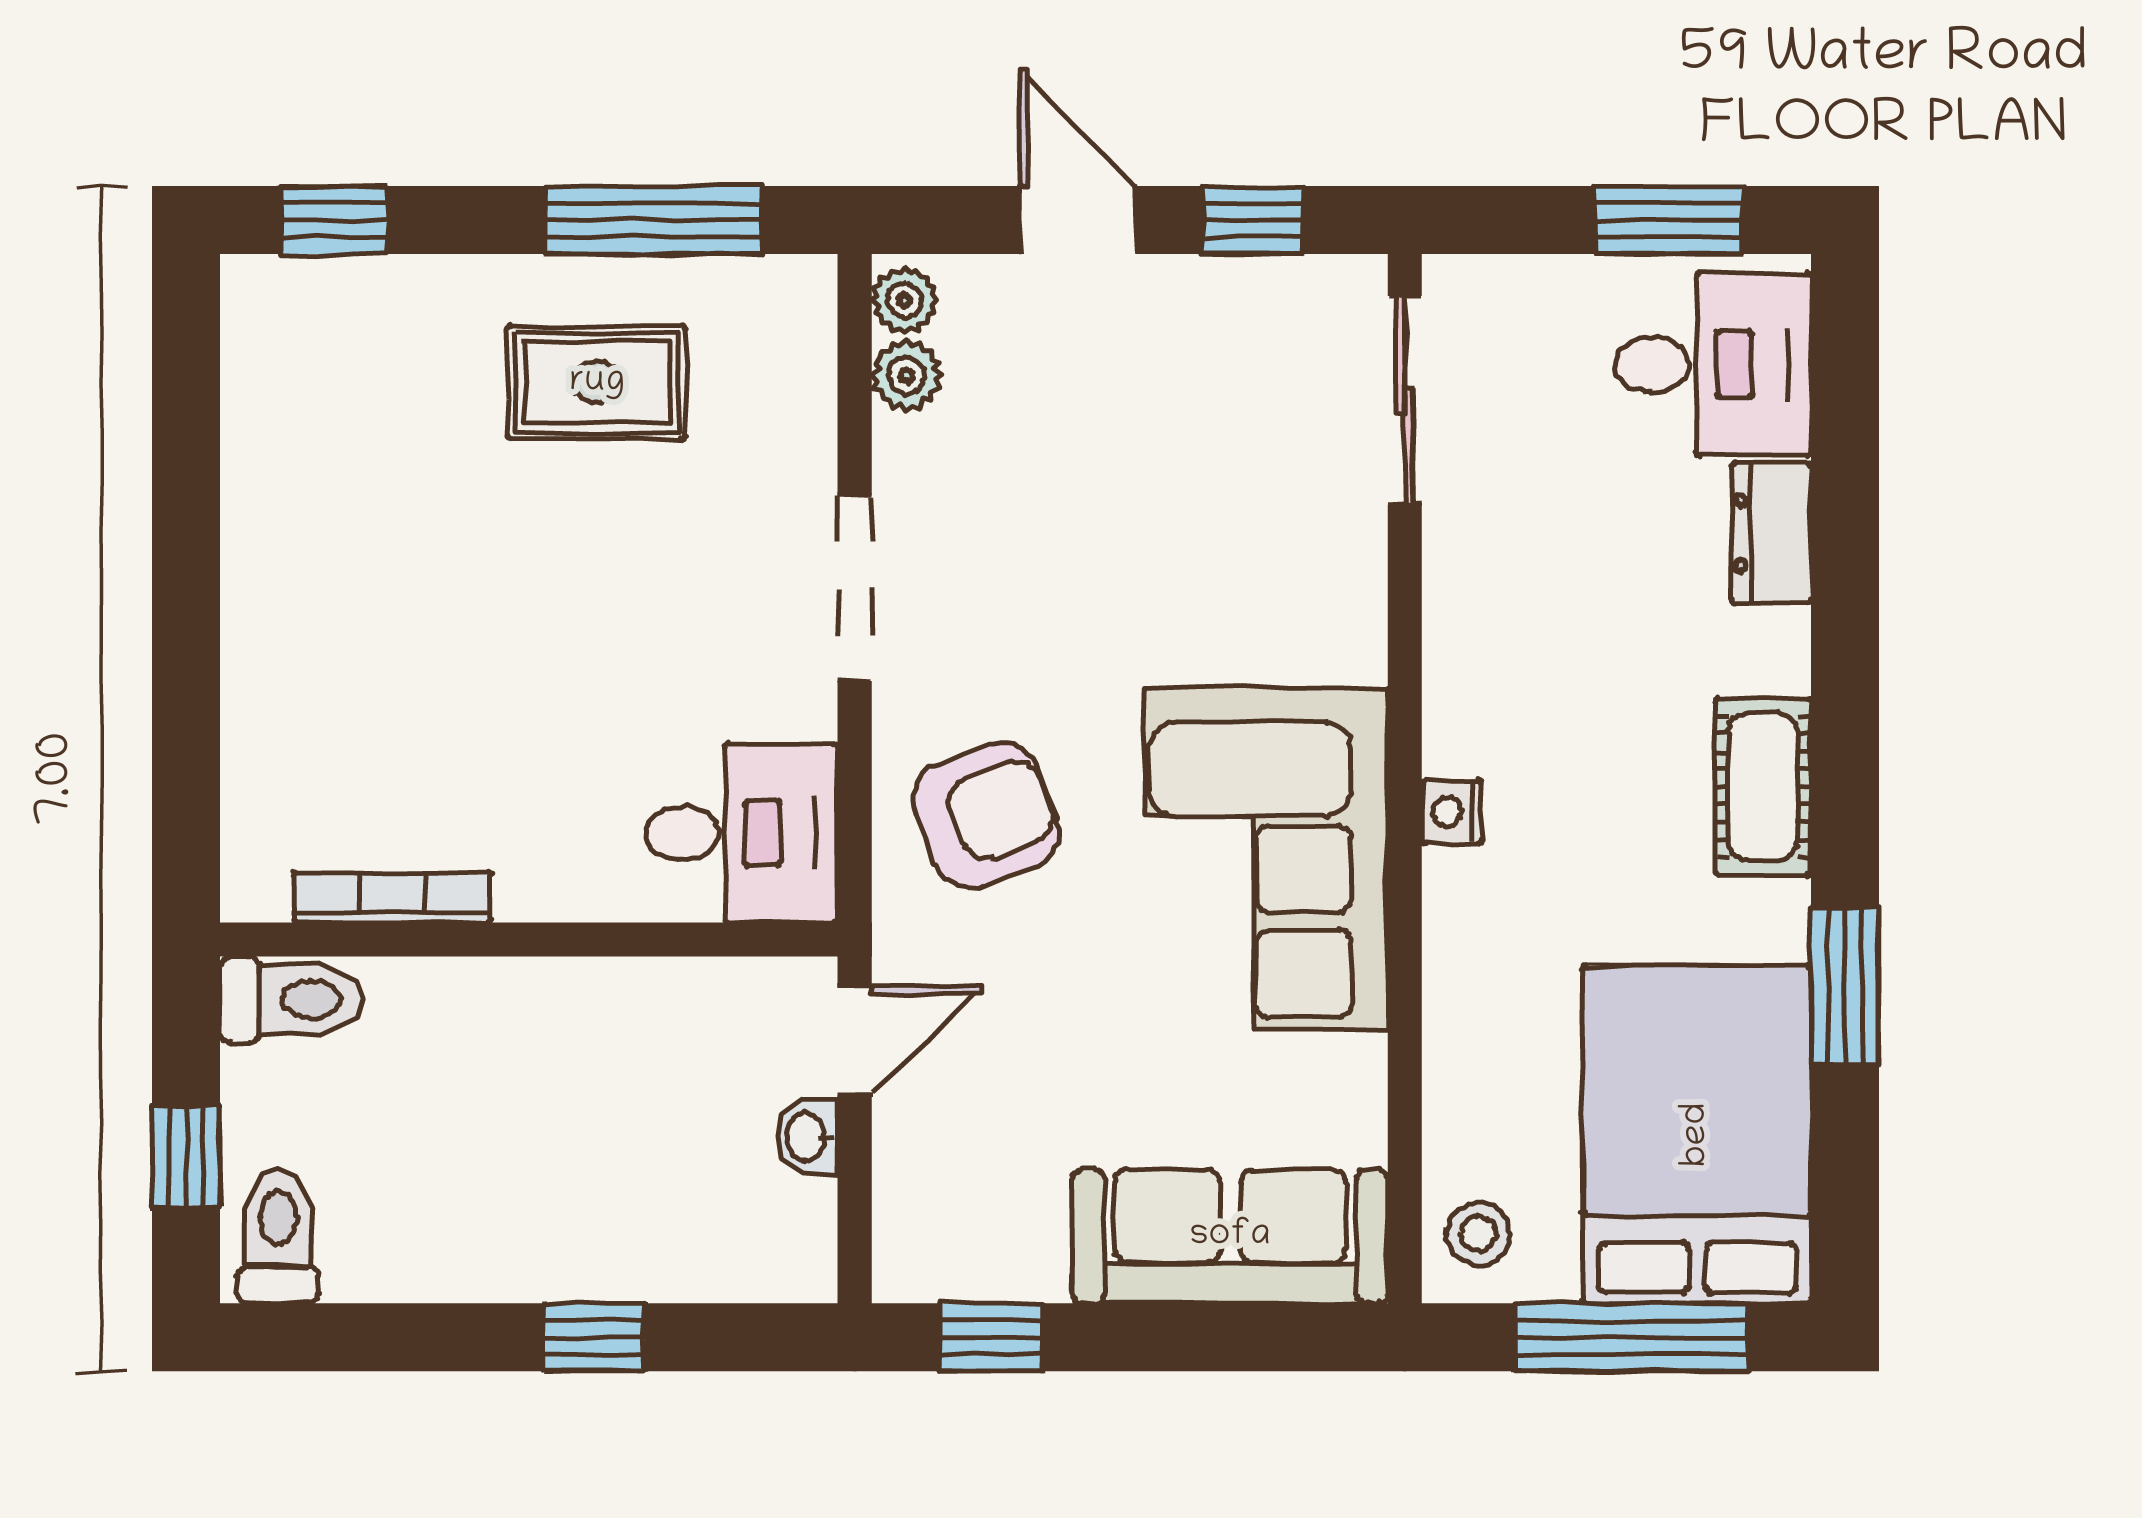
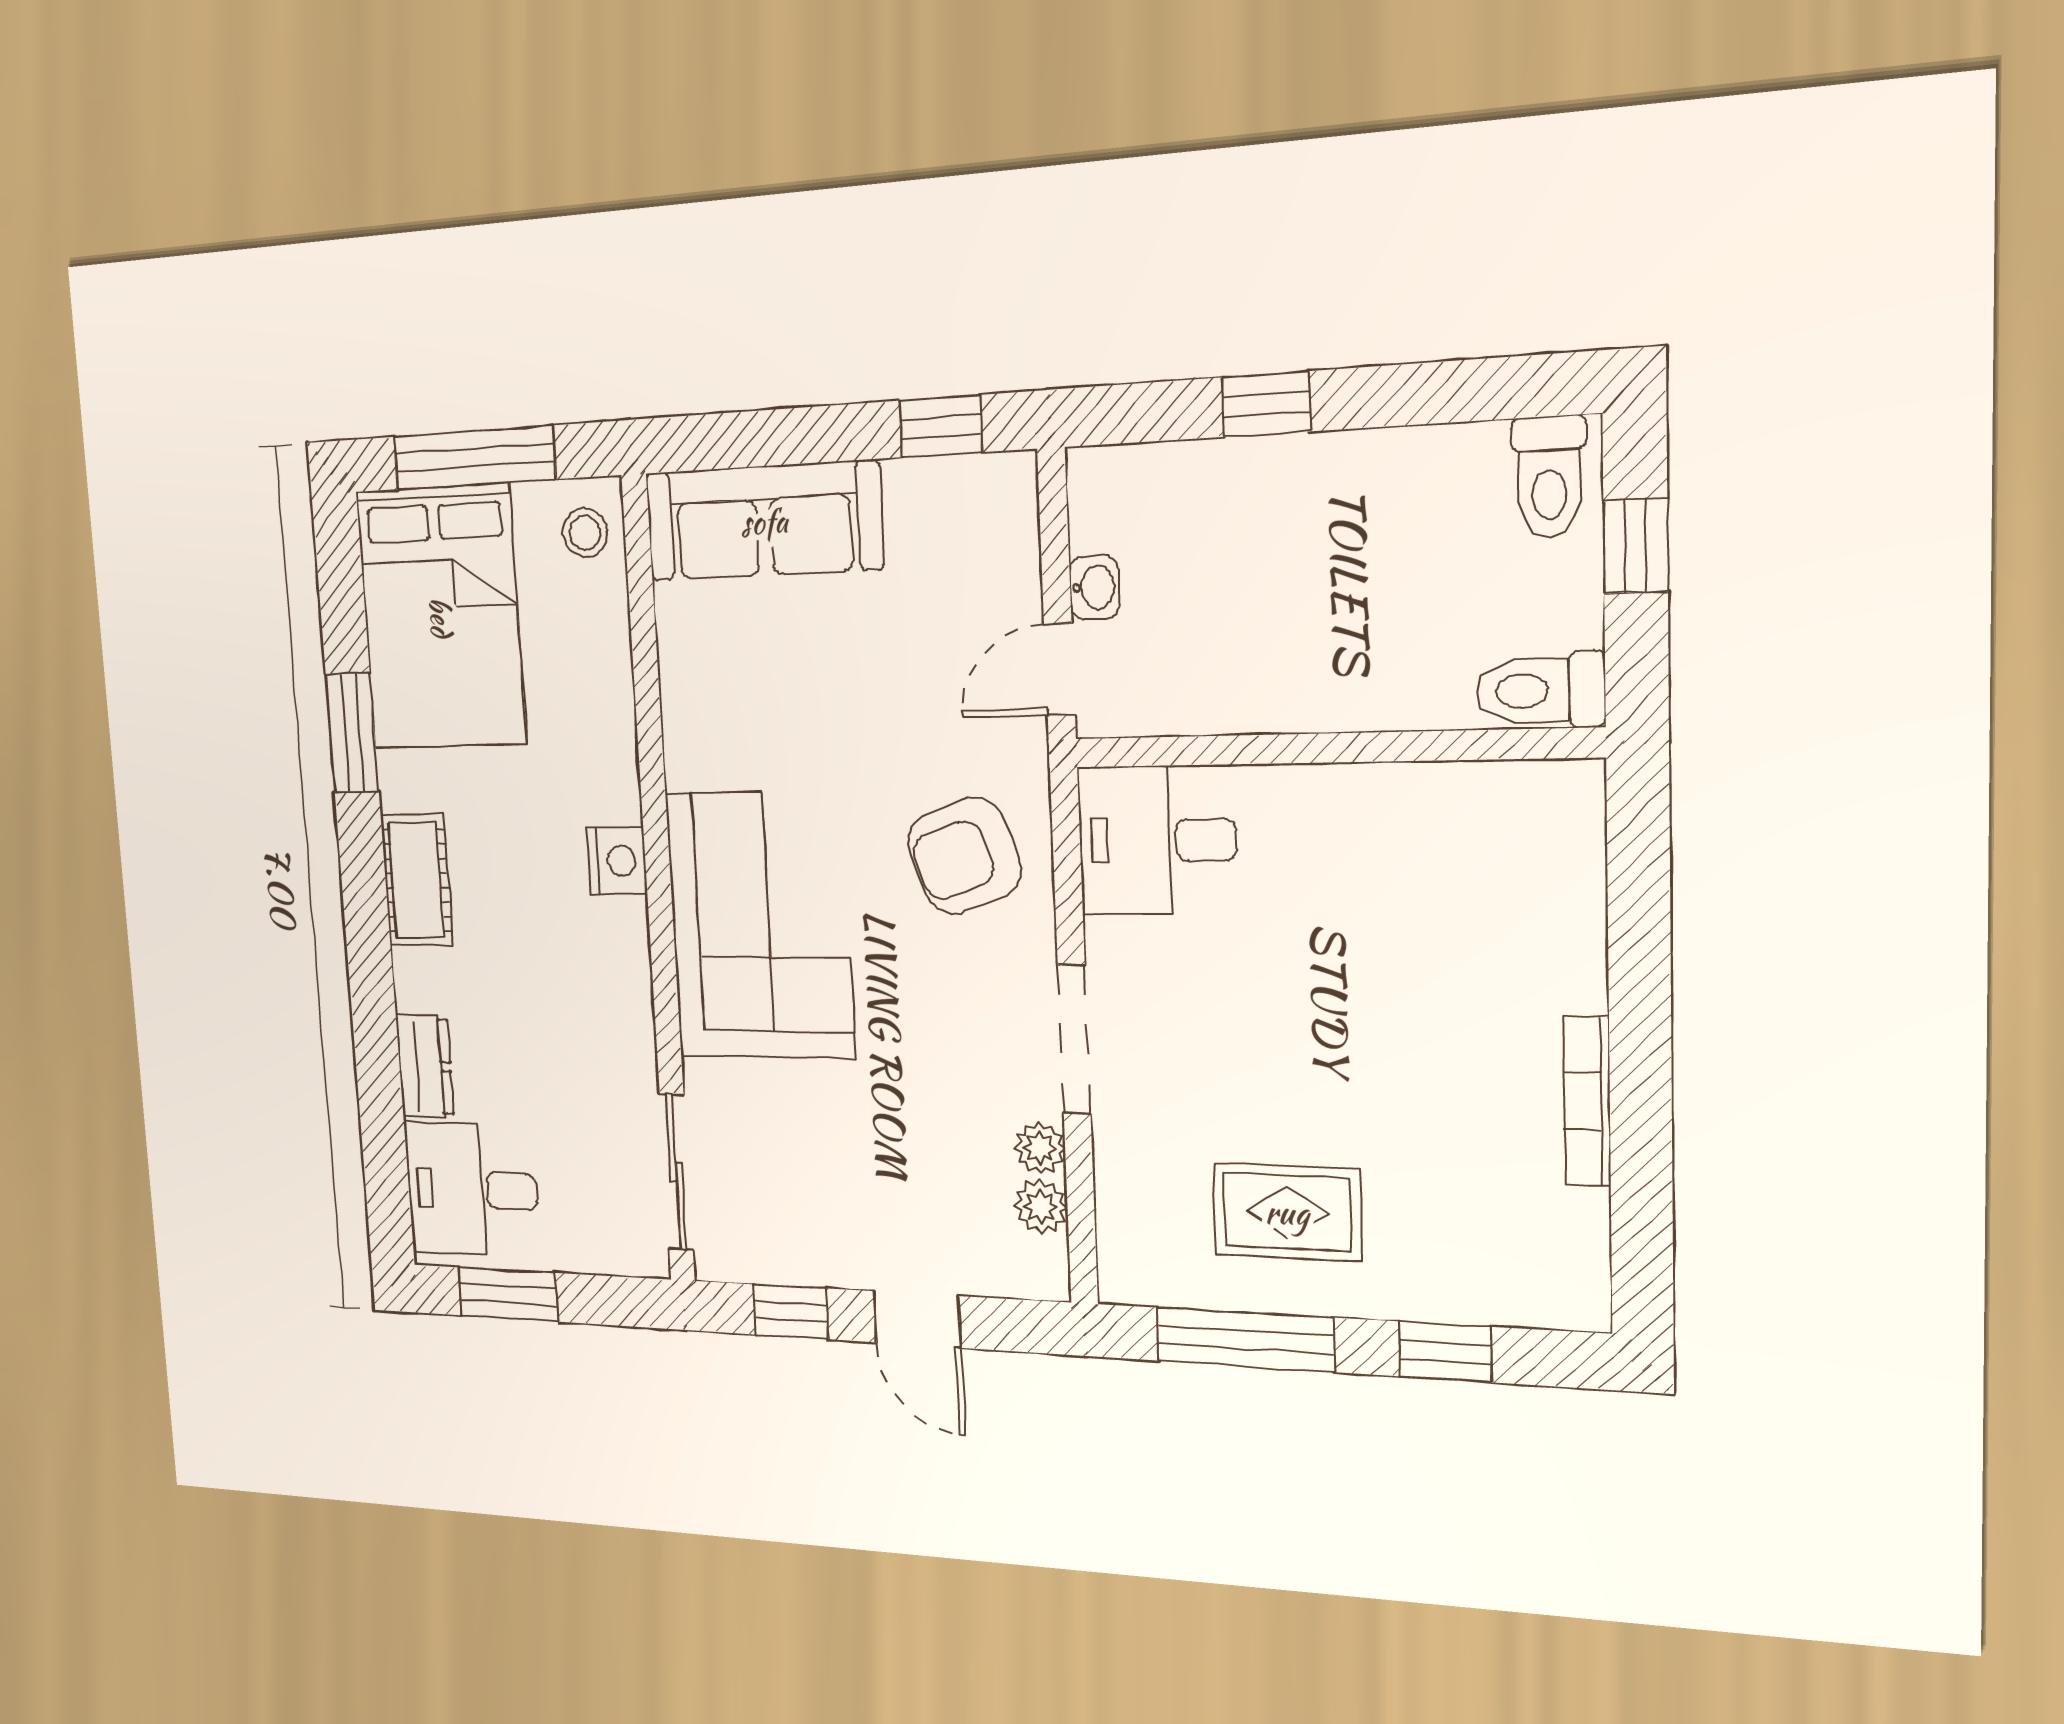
window: (334, 220) -> (1445, 1352), moved
plant: (905, 301) -> (1040, 1148), moved
nightstand: (1452, 811) -> (617, 861), width x1.39, depth x1.35
corner sofa: (1266, 858) -> (760, 925), moved
bookcase: (393, 897) -> (1587, 1101), moved, turned 90

